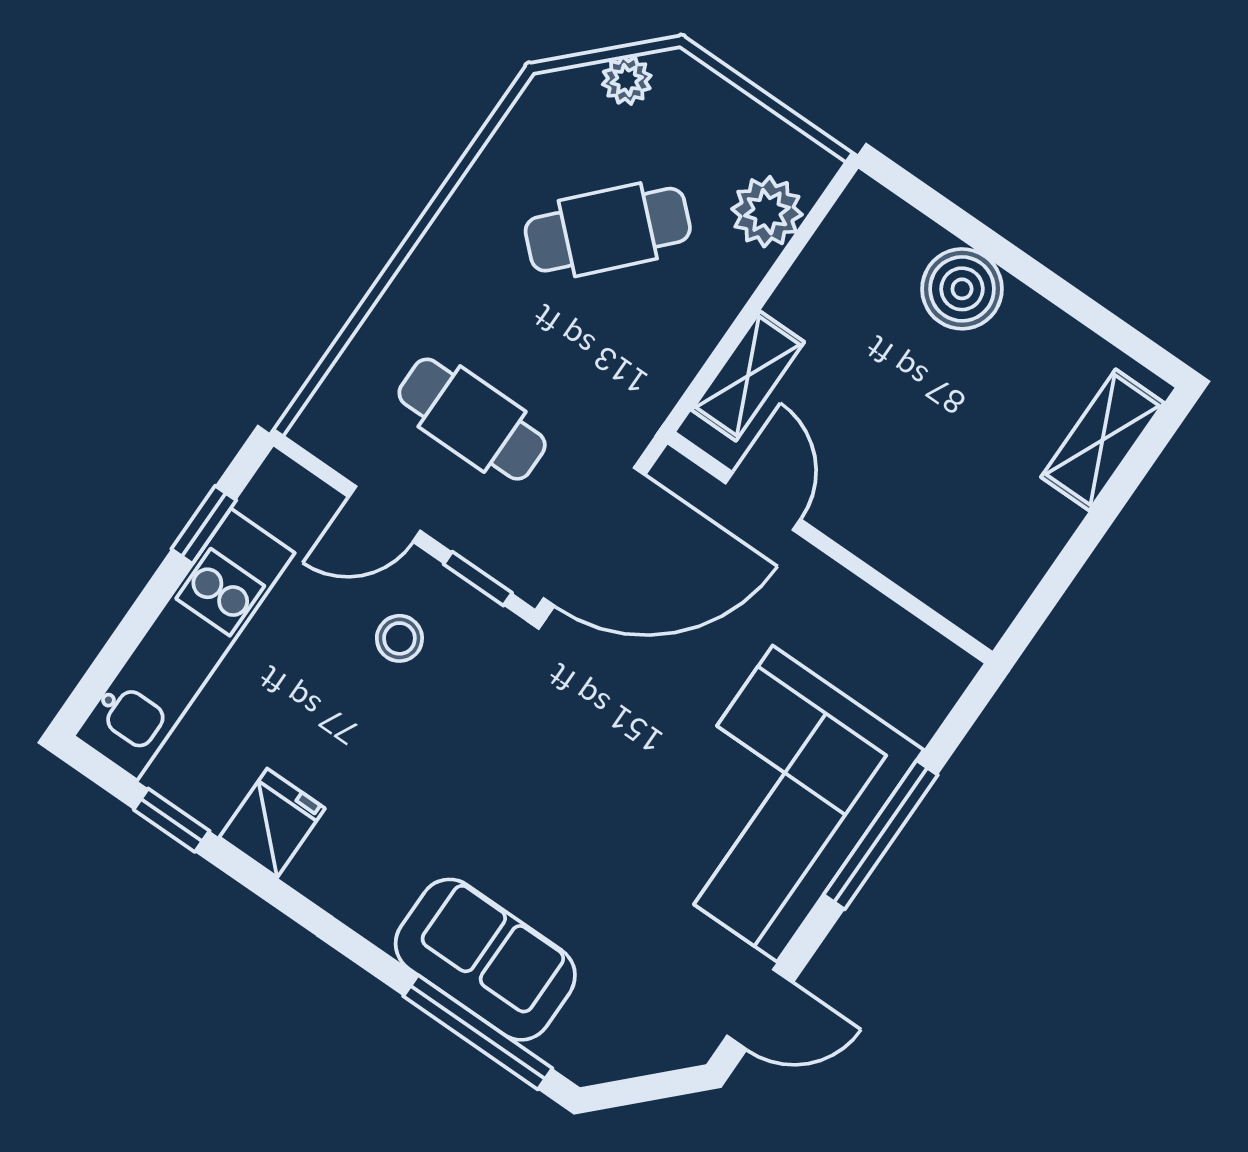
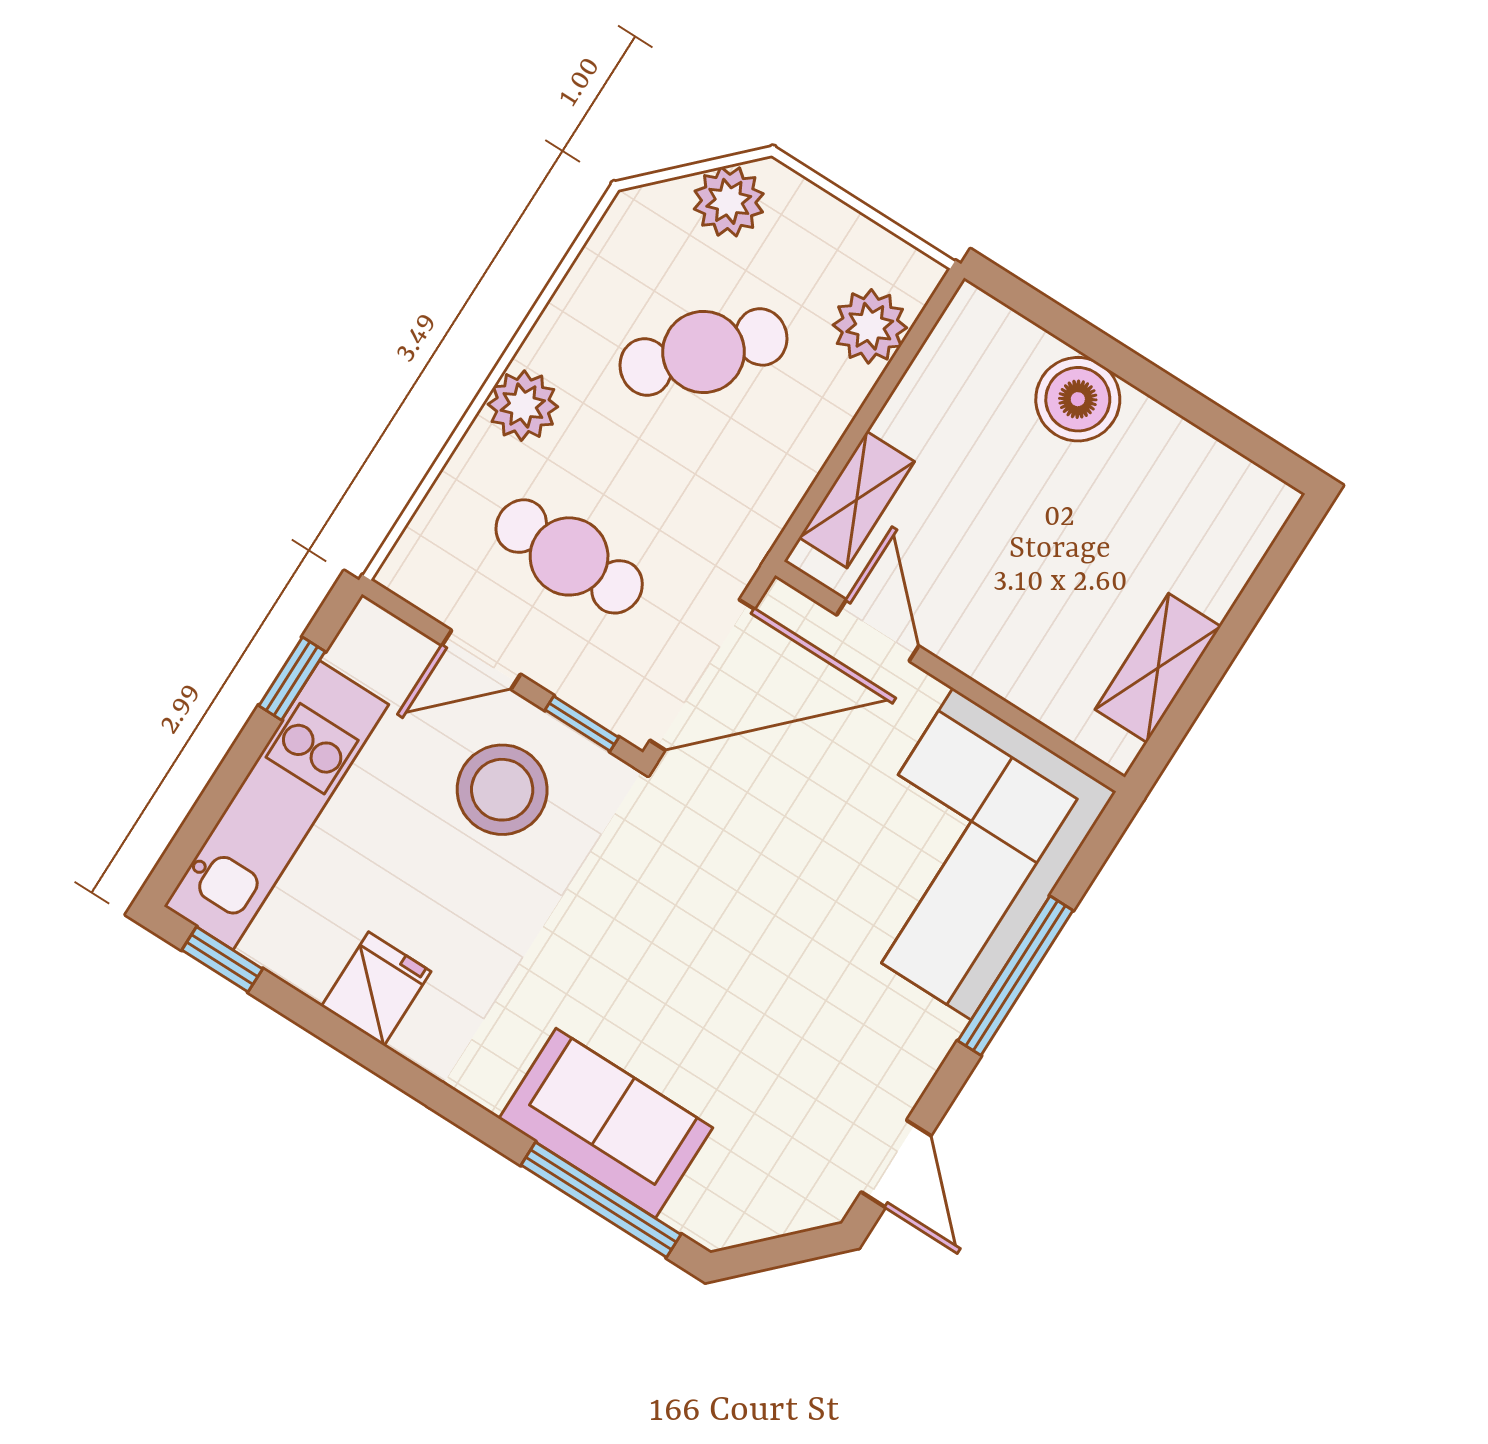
plant: (627, 80) -> (729, 201), width x1.38, depth x1.38
plant: (434, 274) -> (523, 406), added
shelving: (1103, 440) -> (1158, 668), moved
stool: (399, 638) -> (502, 790), width x1.89, depth x1.89
corner sofa: (775, 804) -> (962, 854), moved
window: (172, 820) -> (222, 959), moved
door: (760, 1009) -> (896, 1164), hinge flipped

